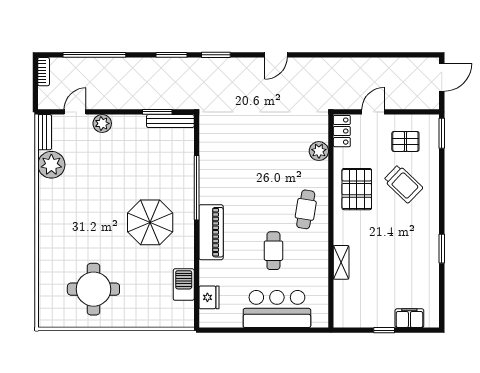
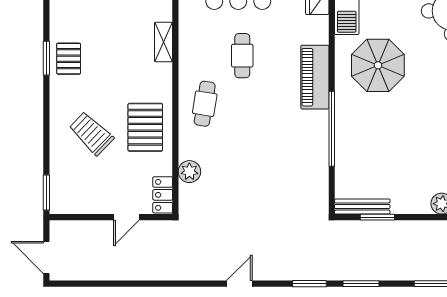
door: (442, 77) -> (46, 257), hinge flipped
pallet: (405, 141) -> (69, 59), moved, turned 90
parasol: (150, 222) -> (378, 65), moved

